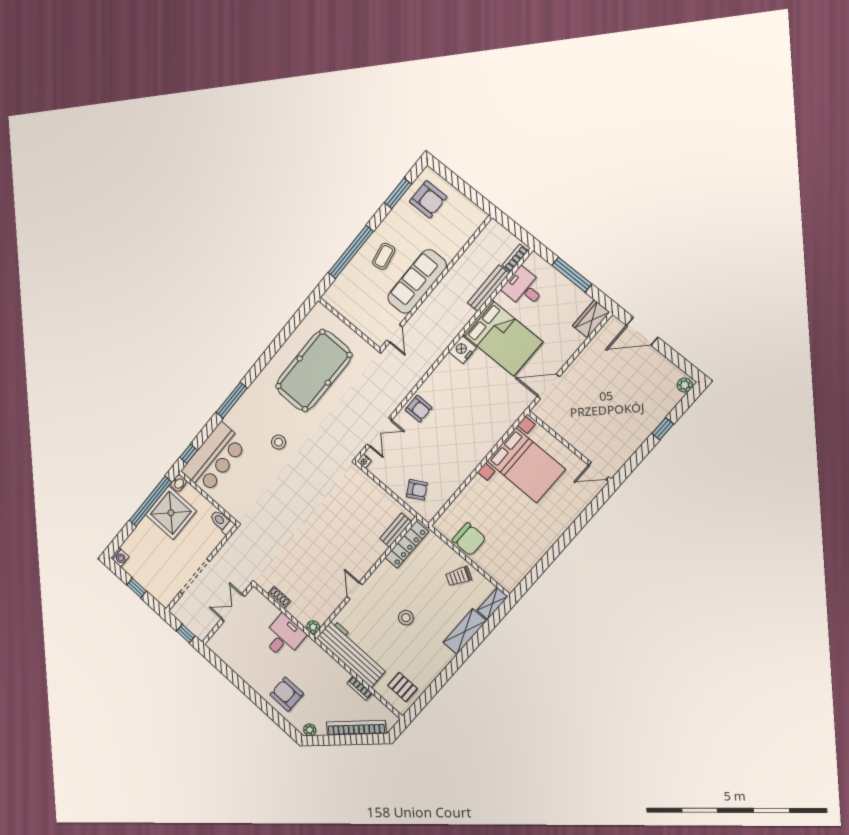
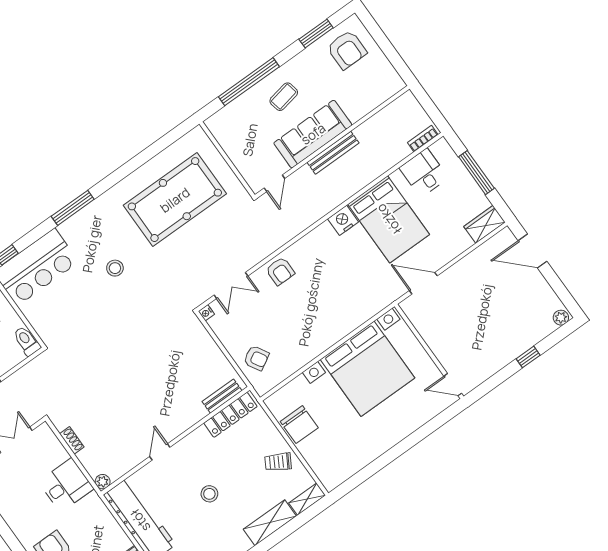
bench: (488, 288) -> (333, 153), moved
bed with nightstands: (526, 465) -> (368, 369), width x1.36

